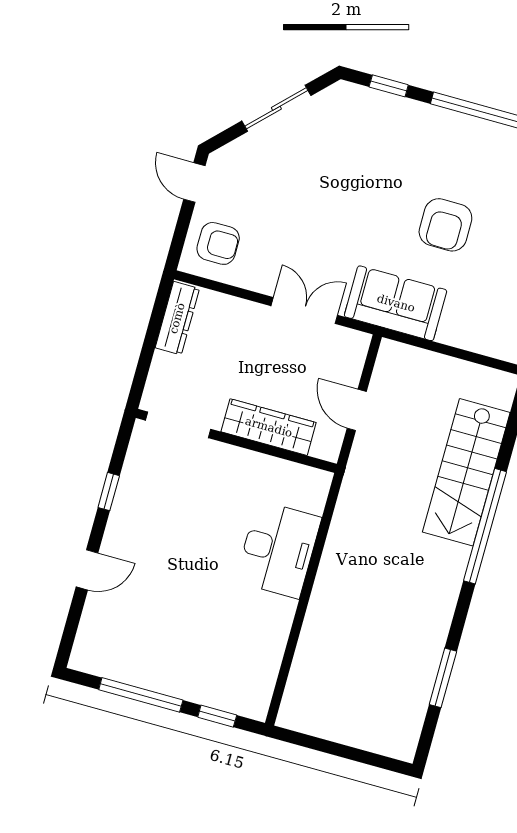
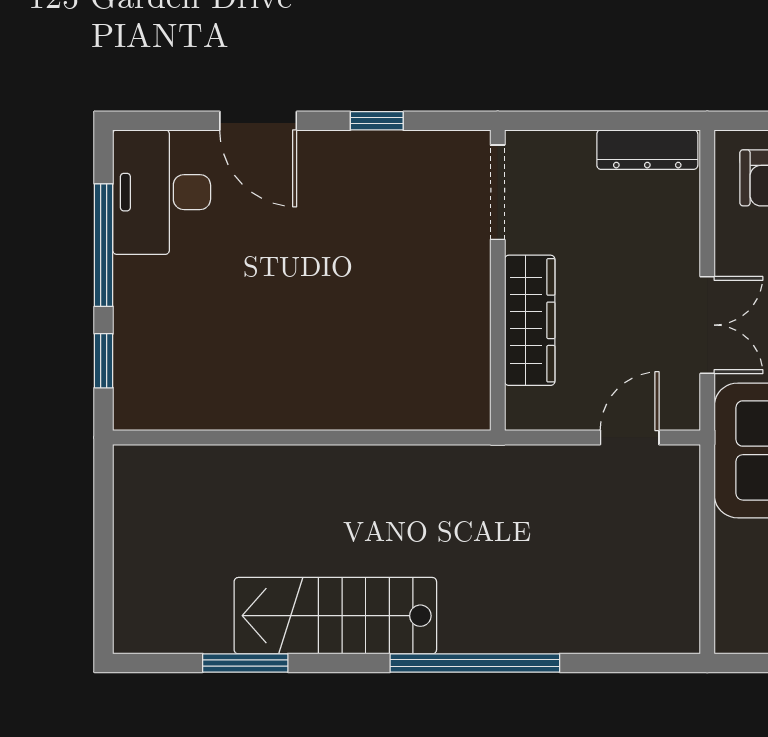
door: (357, 410) -> (630, 437), moved
stairs: (466, 472) -> (335, 616), moved
desk: (278, 549) -> (162, 192), moved, turned 90
door: (87, 570) -> (258, 121), width x1.38

